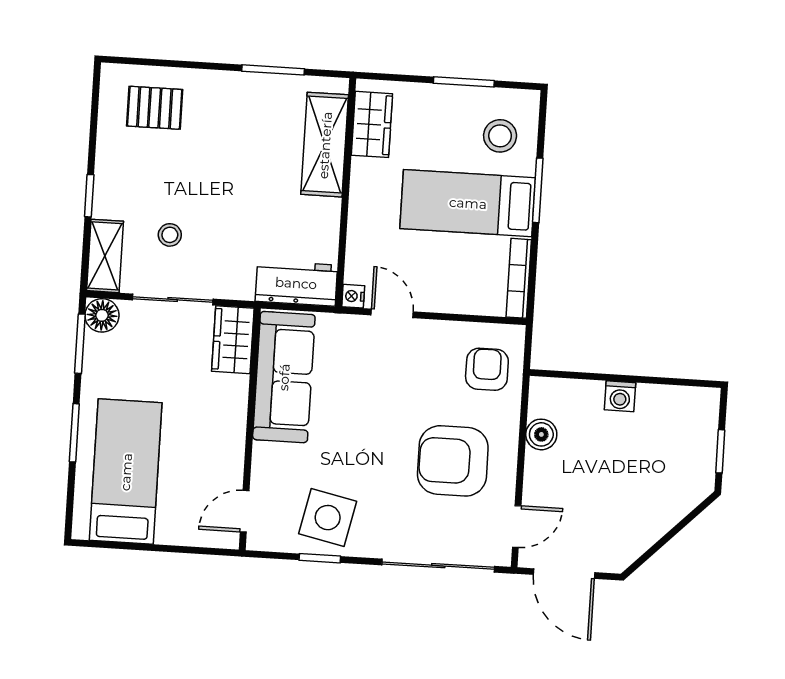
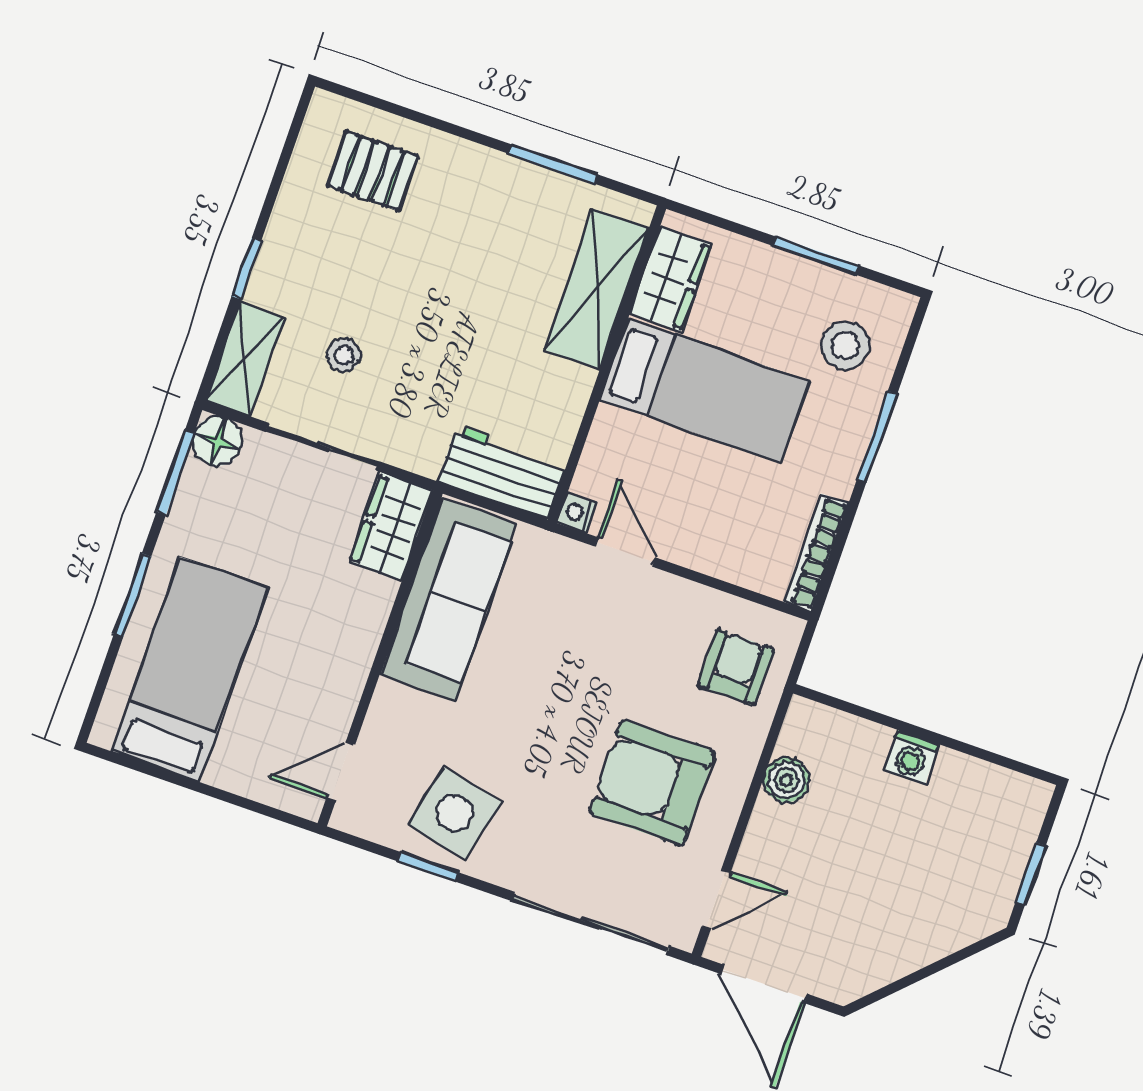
bed: (468, 203) -> (705, 391), moved, turned 180

